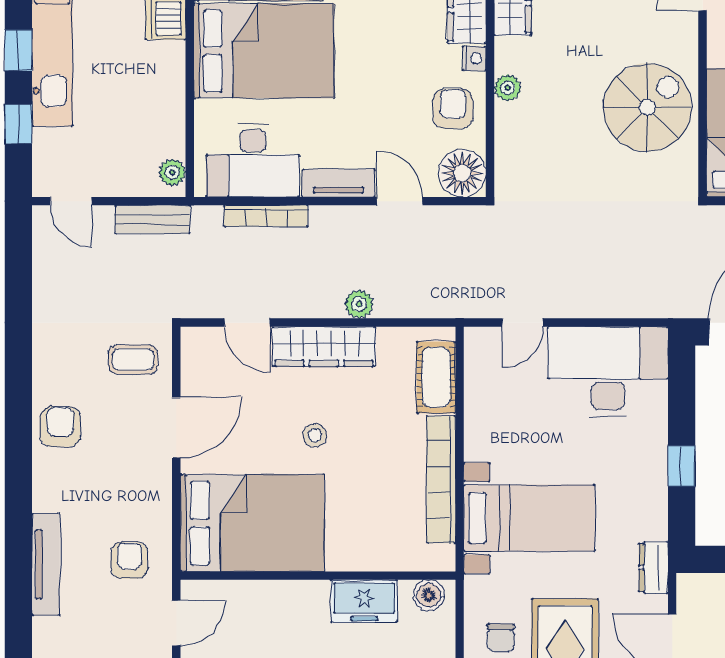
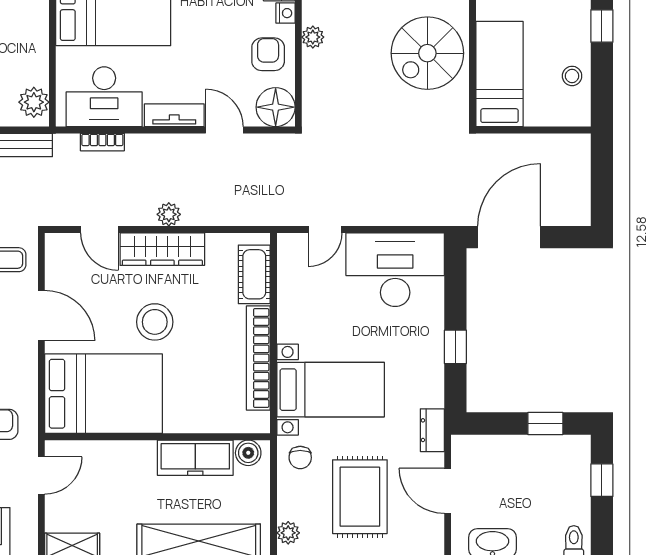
spiral stairs: (647, 107) -> (427, 53), turned 180
plant: (172, 172) -> (34, 102), width x1.38, depth x1.38
bookcase: (266, 216) -> (102, 142), width x0.64
plant: (359, 304) -> (169, 214), moved
door: (176, 428) -> (41, 315), hinge flipped
stool: (315, 435) -> (155, 322), width x1.89, depth x1.89
freezer: (364, 601) -> (195, 458), width x1.40
chair: (501, 638) -> (300, 458), moved

